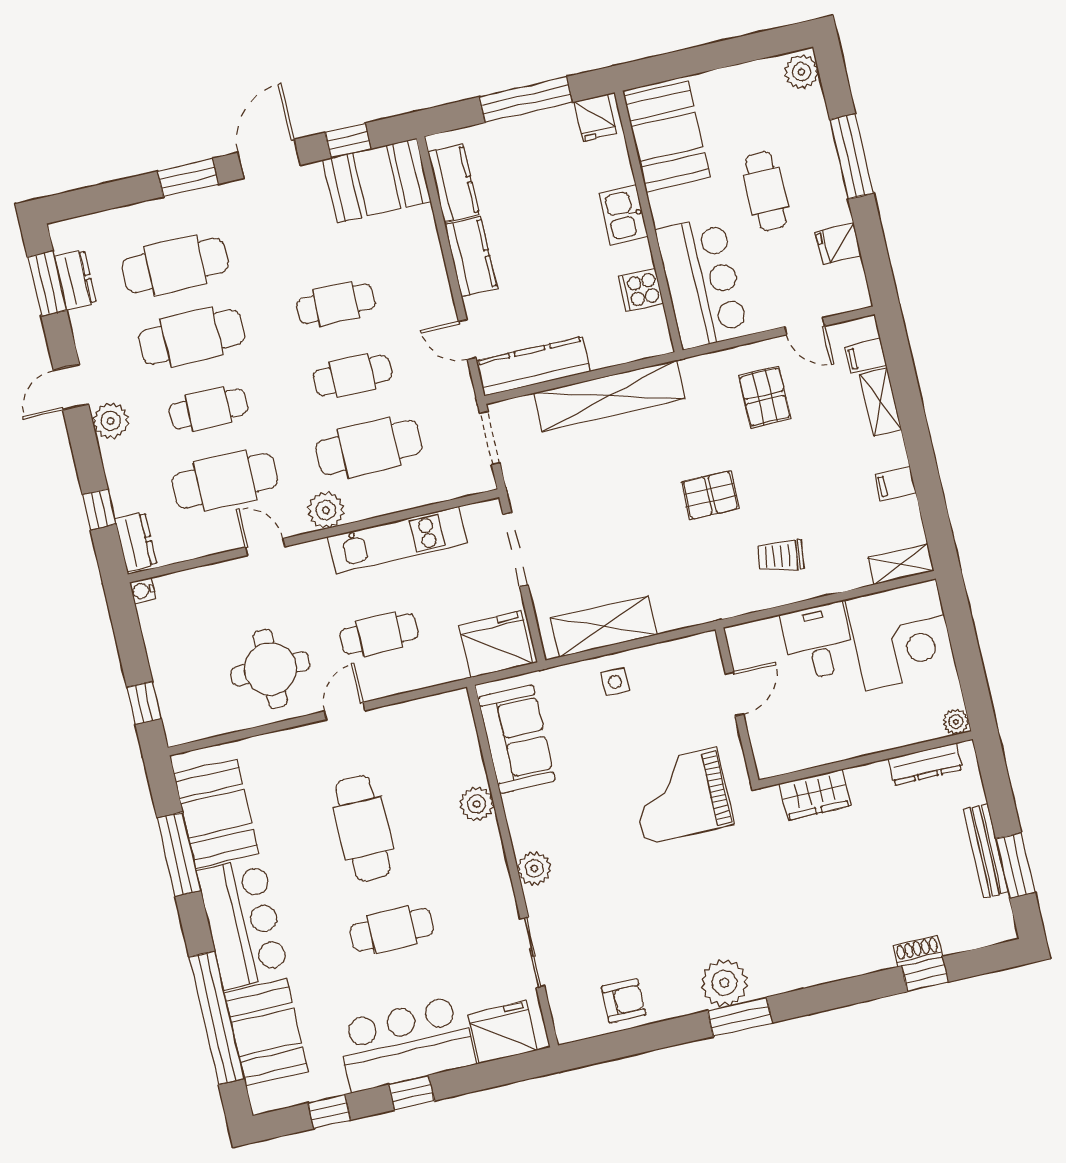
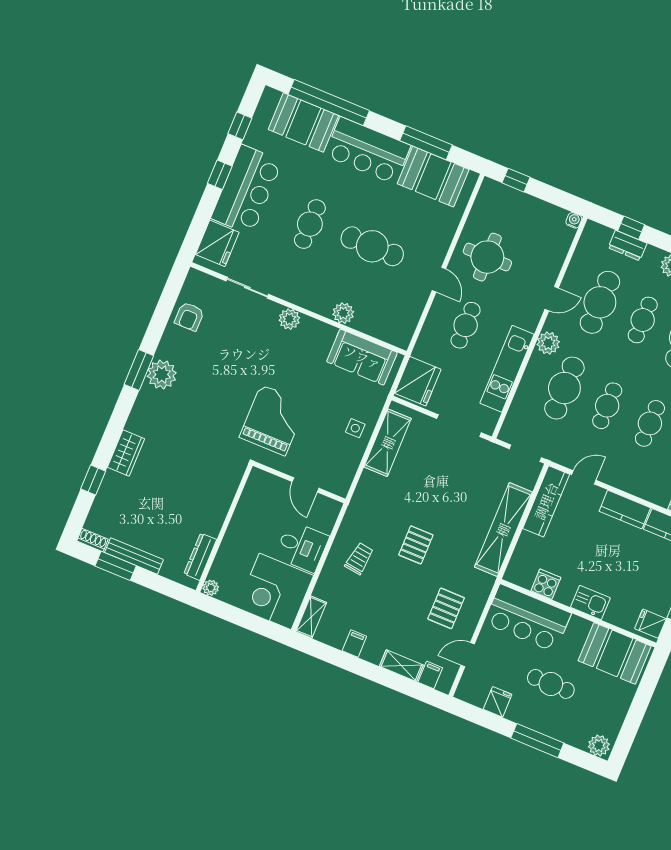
pallet: (765, 397) -> (446, 608), turned 90
dresser: (136, 542) -> (628, 245), moved
wardrobe: (815, 795) -> (126, 453), moved, turned 180
shoe rack: (918, 951) -> (93, 540), moved, turned -90

